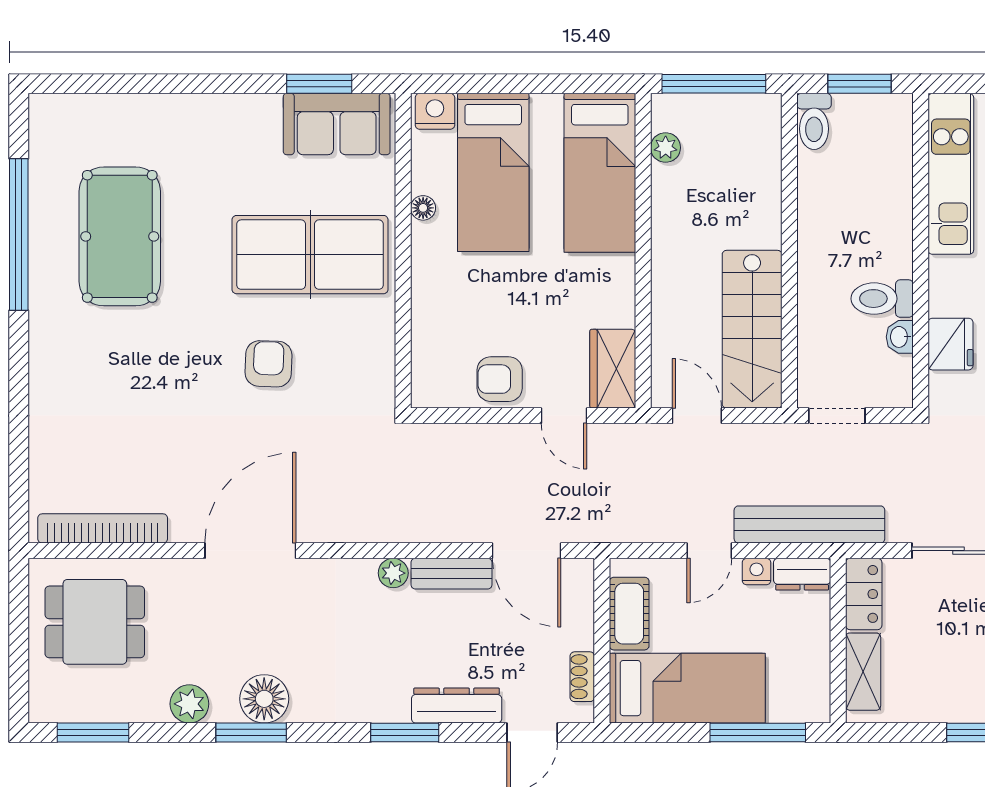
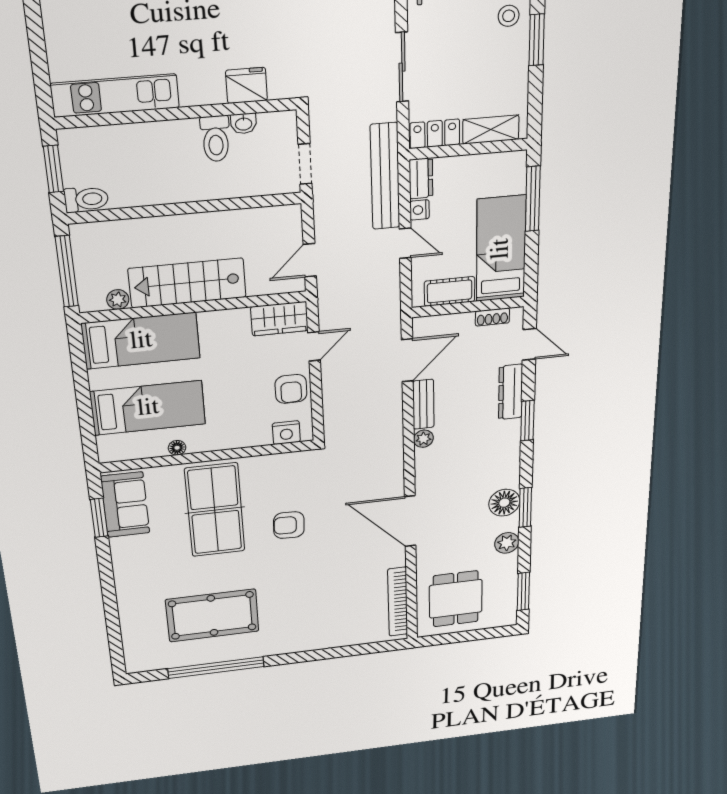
nightstand: (435, 111) -> (286, 433), moved, turned -90
stairs: (752, 329) -> (187, 283), moved, turned 180

